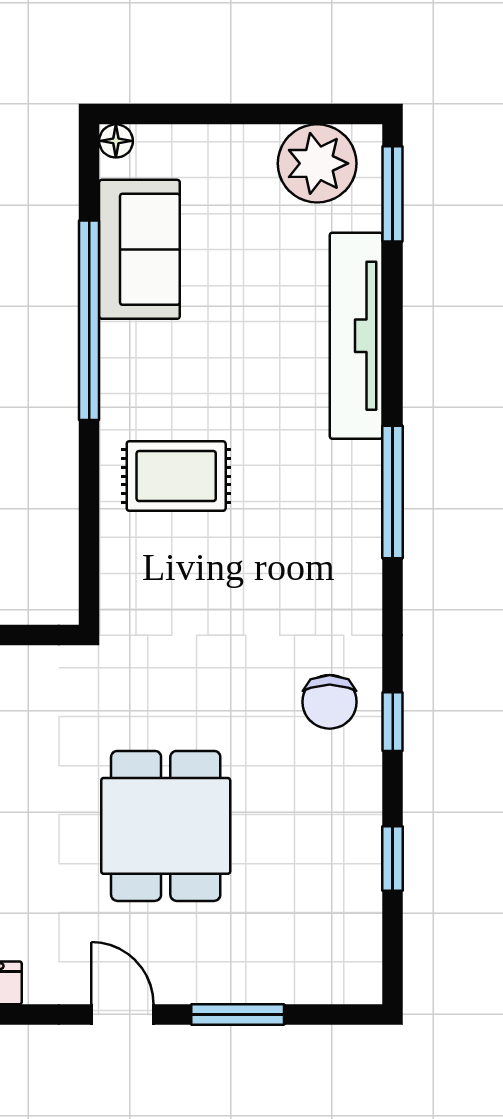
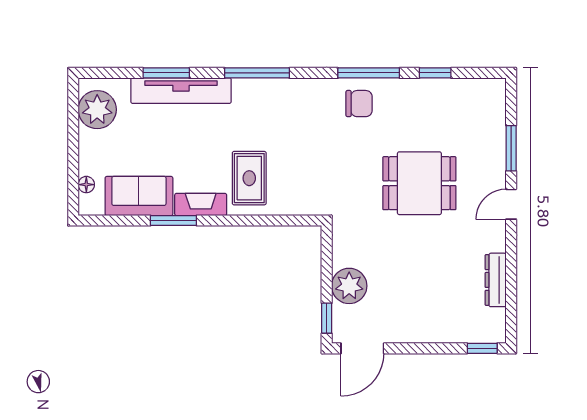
floor lamp: (116, 141) -> (86, 185), moved
window: (393, 194) -> (166, 73), moved
window: (89, 320) -> (173, 220), width x0.47
fireplace: (122, 376) -> (201, 204), added
window: (393, 722) -> (369, 73), width x2.17

